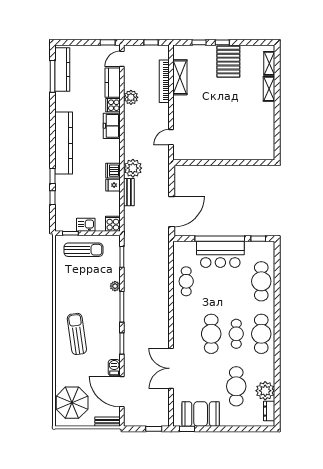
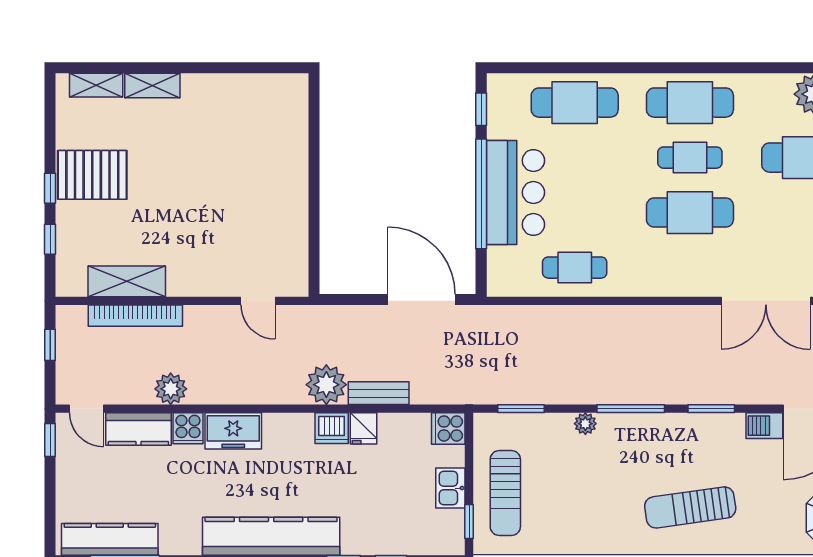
sun lounger: (83, 250) -> (505, 493), turned 180

